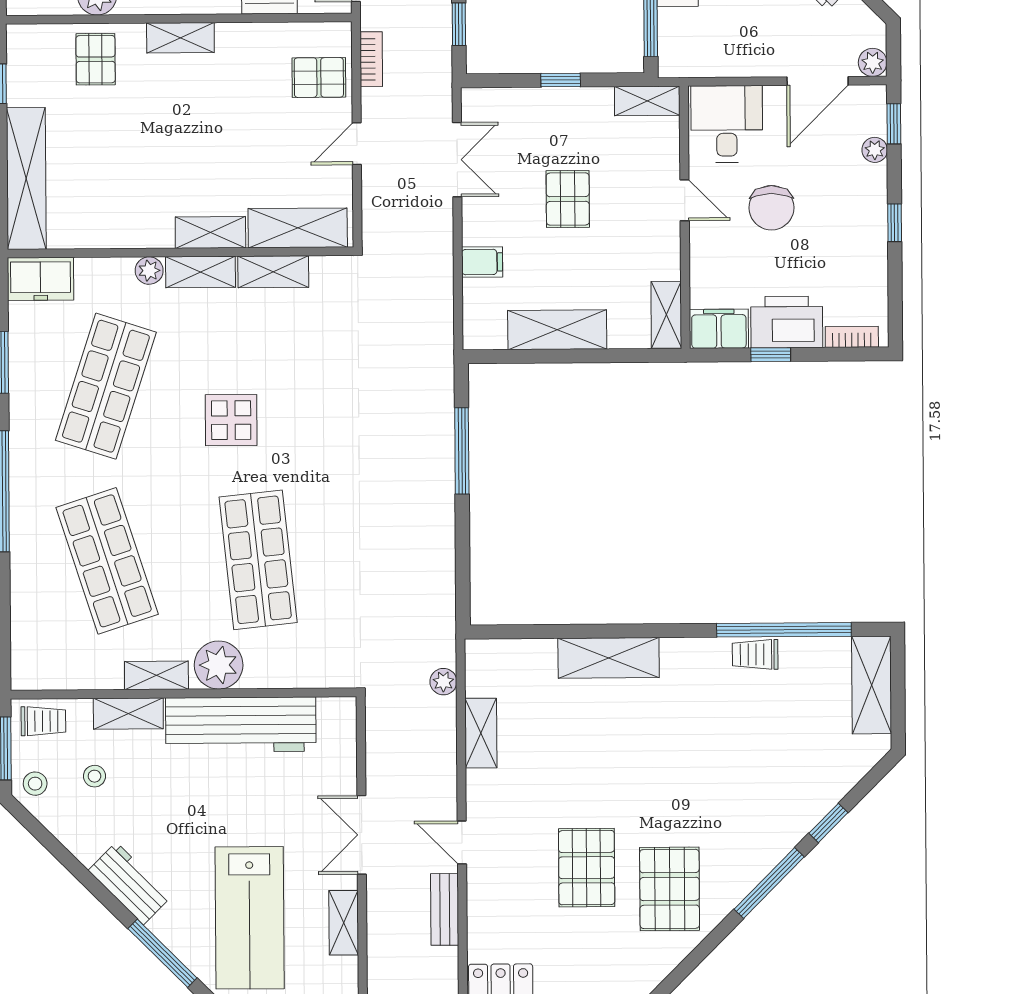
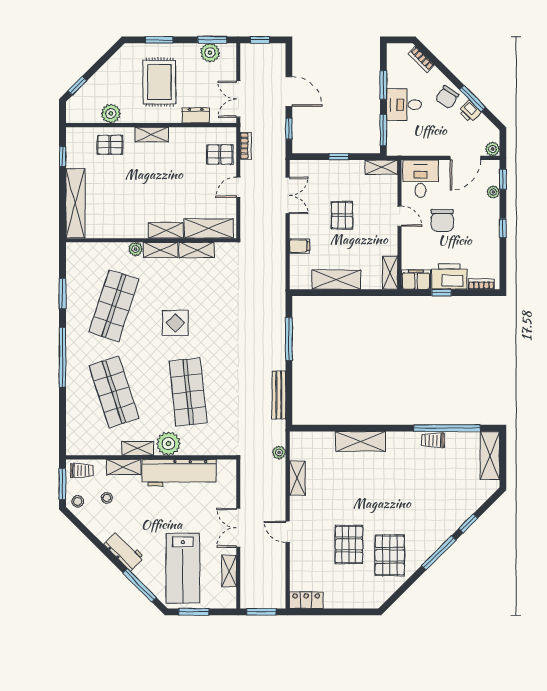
pallet: (96, 59) -> (110, 145), turned 90
freezer: (41, 279) -> (82, 253), removed
bench: (445, 909) -> (279, 395), moved, width x1.36

